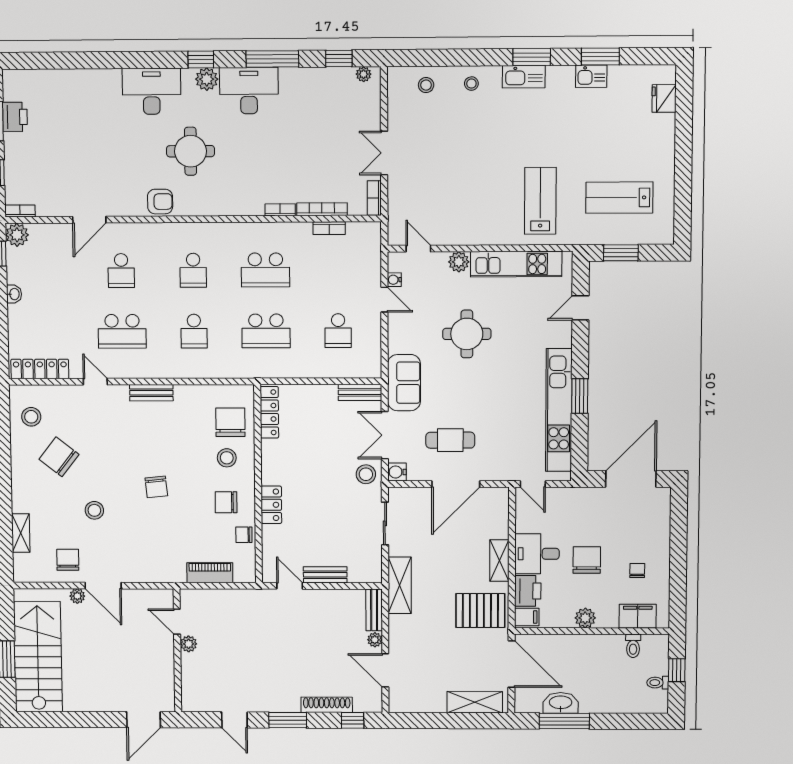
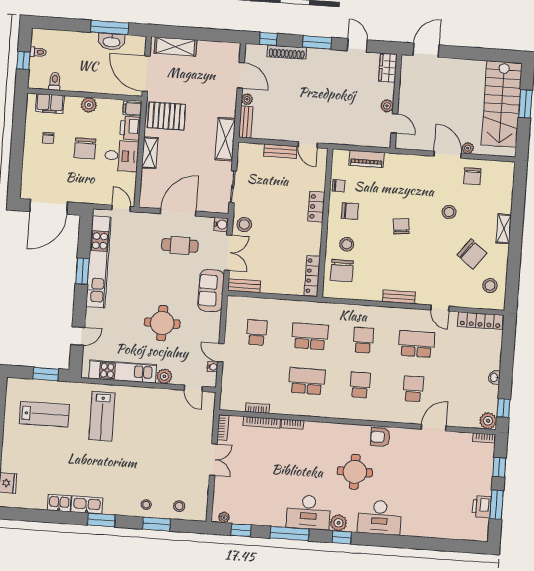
window: (600, 57) -> (156, 524), moved
kitchen sink: (524, 77) -> (87, 505), moved
shelving: (21, 533) -> (504, 229), moved
wardrobe: (192, 694) -> (388, 68), added

